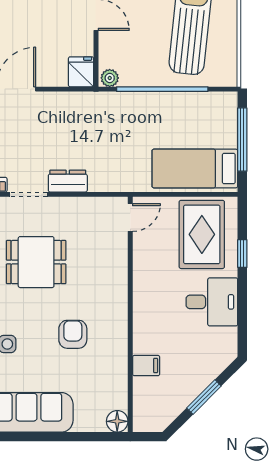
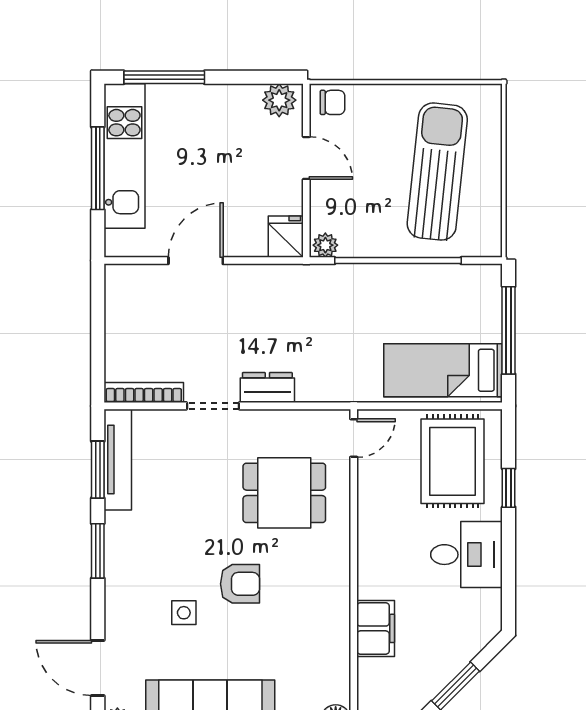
dining table: (36, 262) -> (284, 493), moved
armchair: (73, 334) -> (240, 584), moved, turned 90
filing cabinet: (146, 366) -> (376, 628), width x2.00

